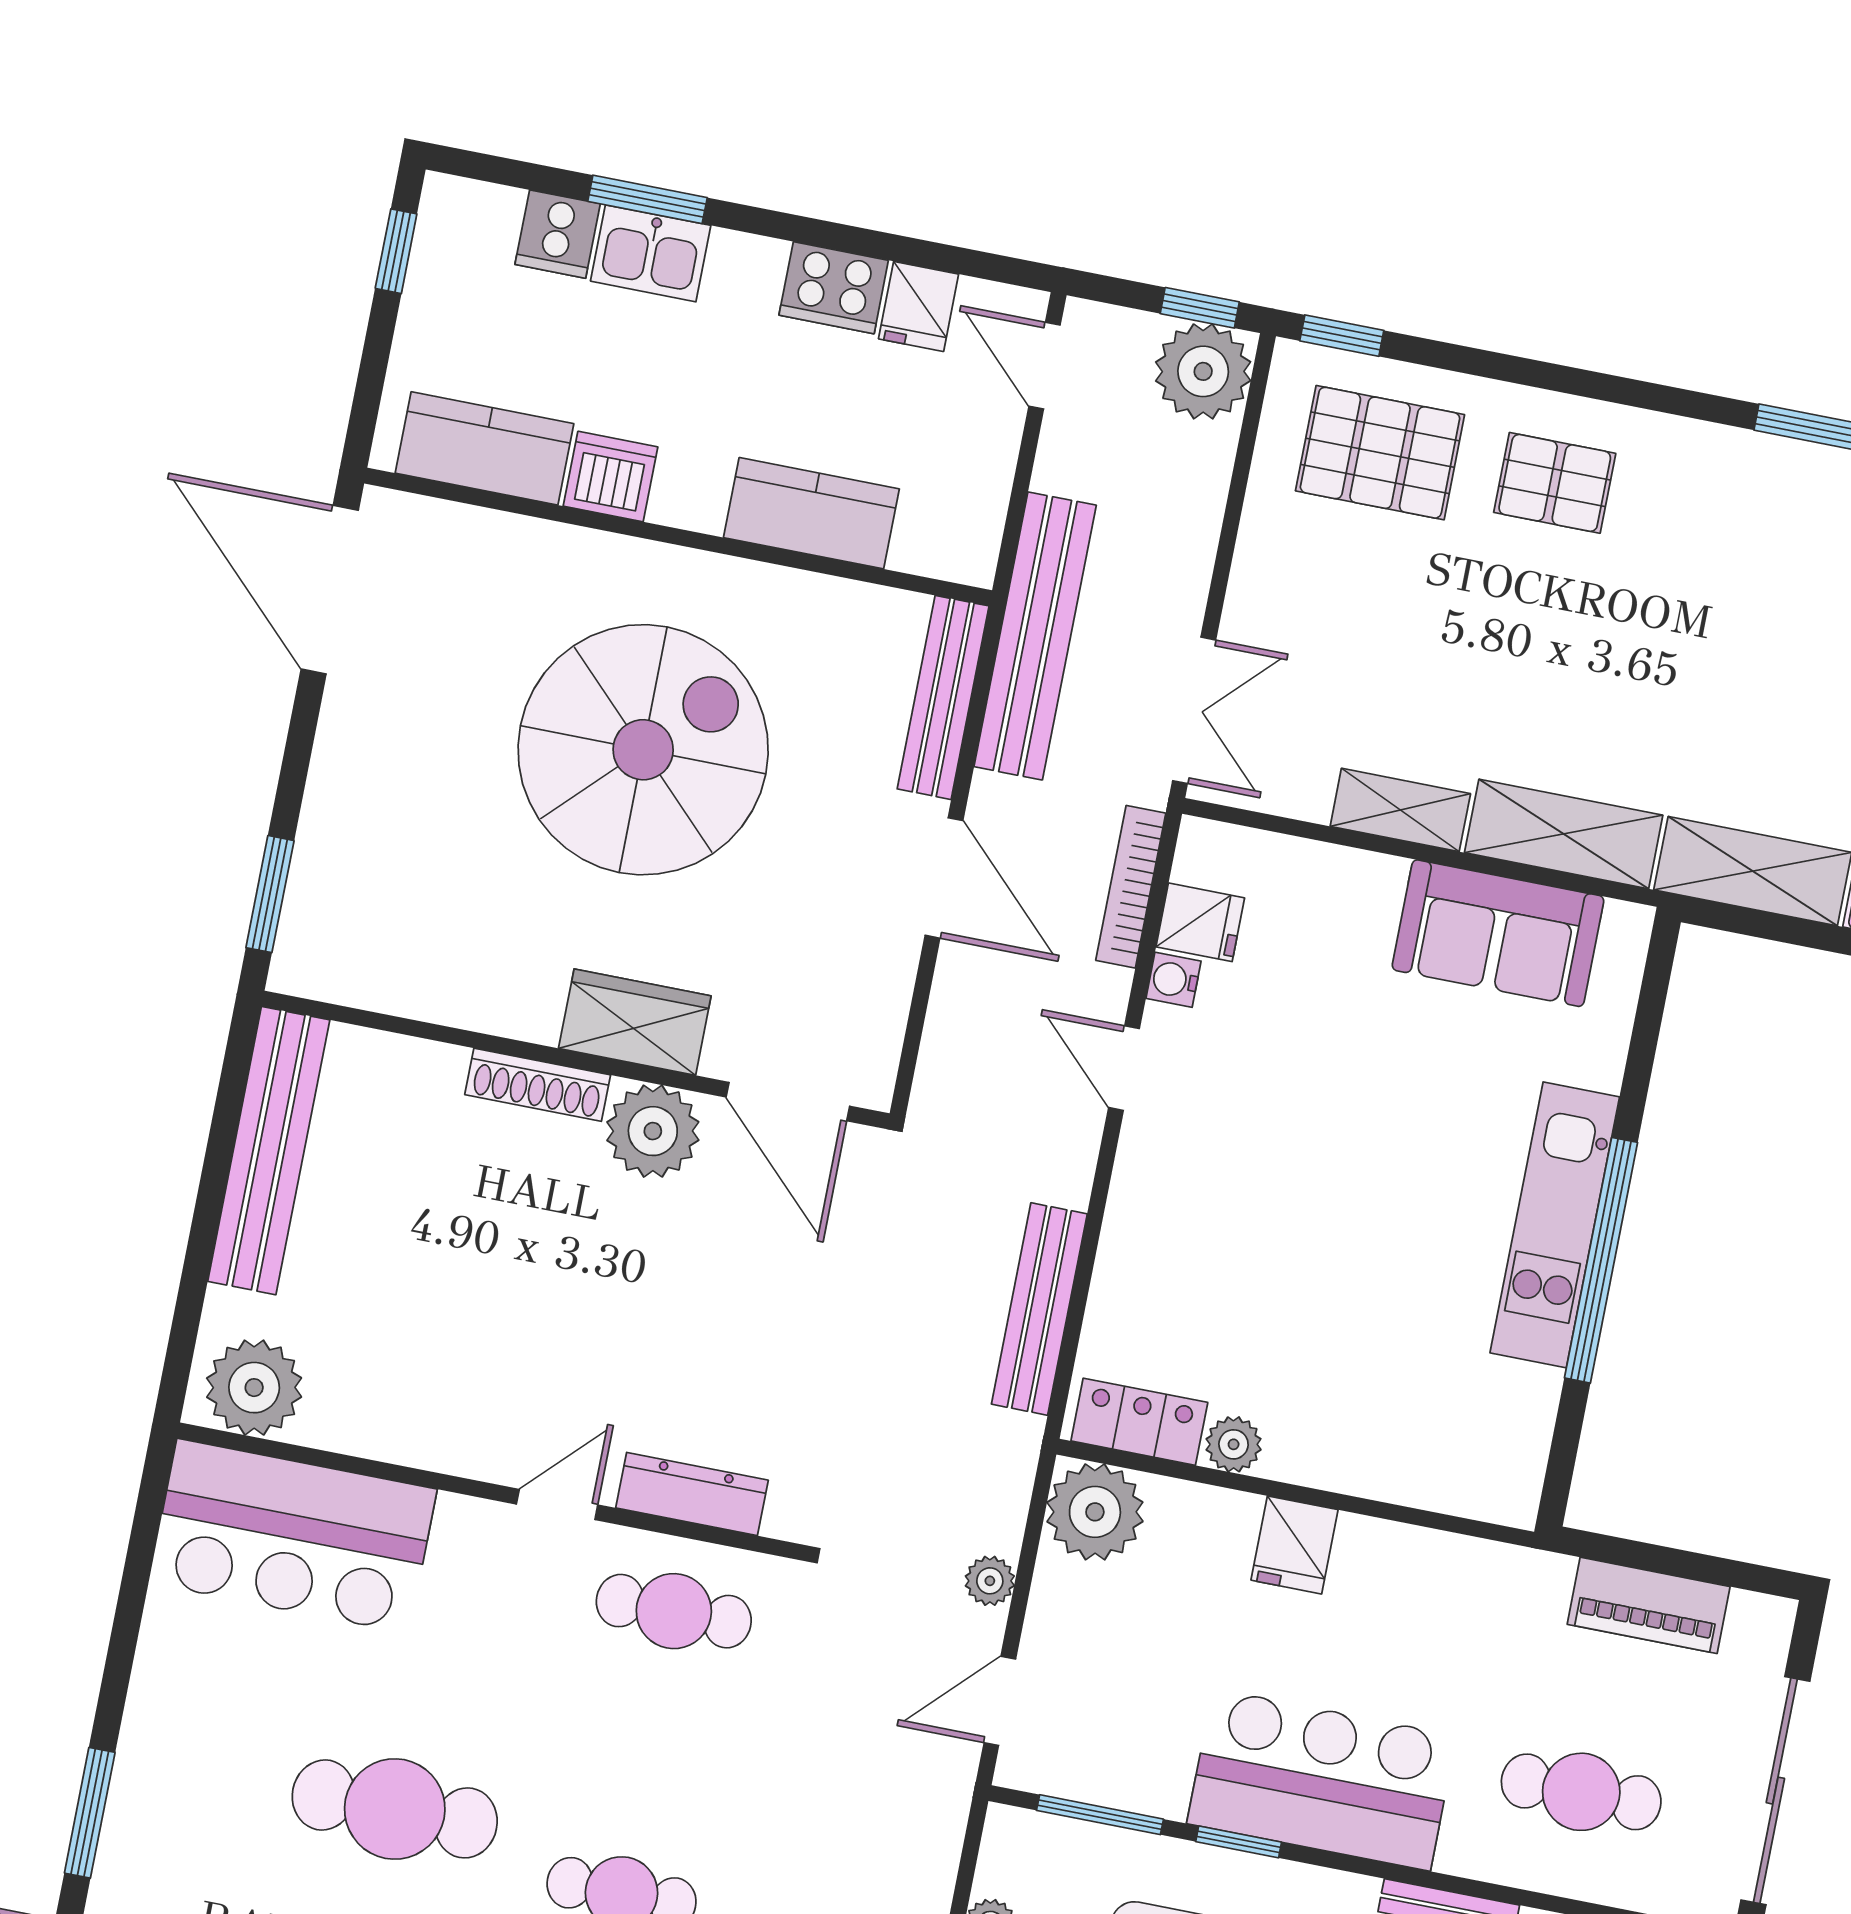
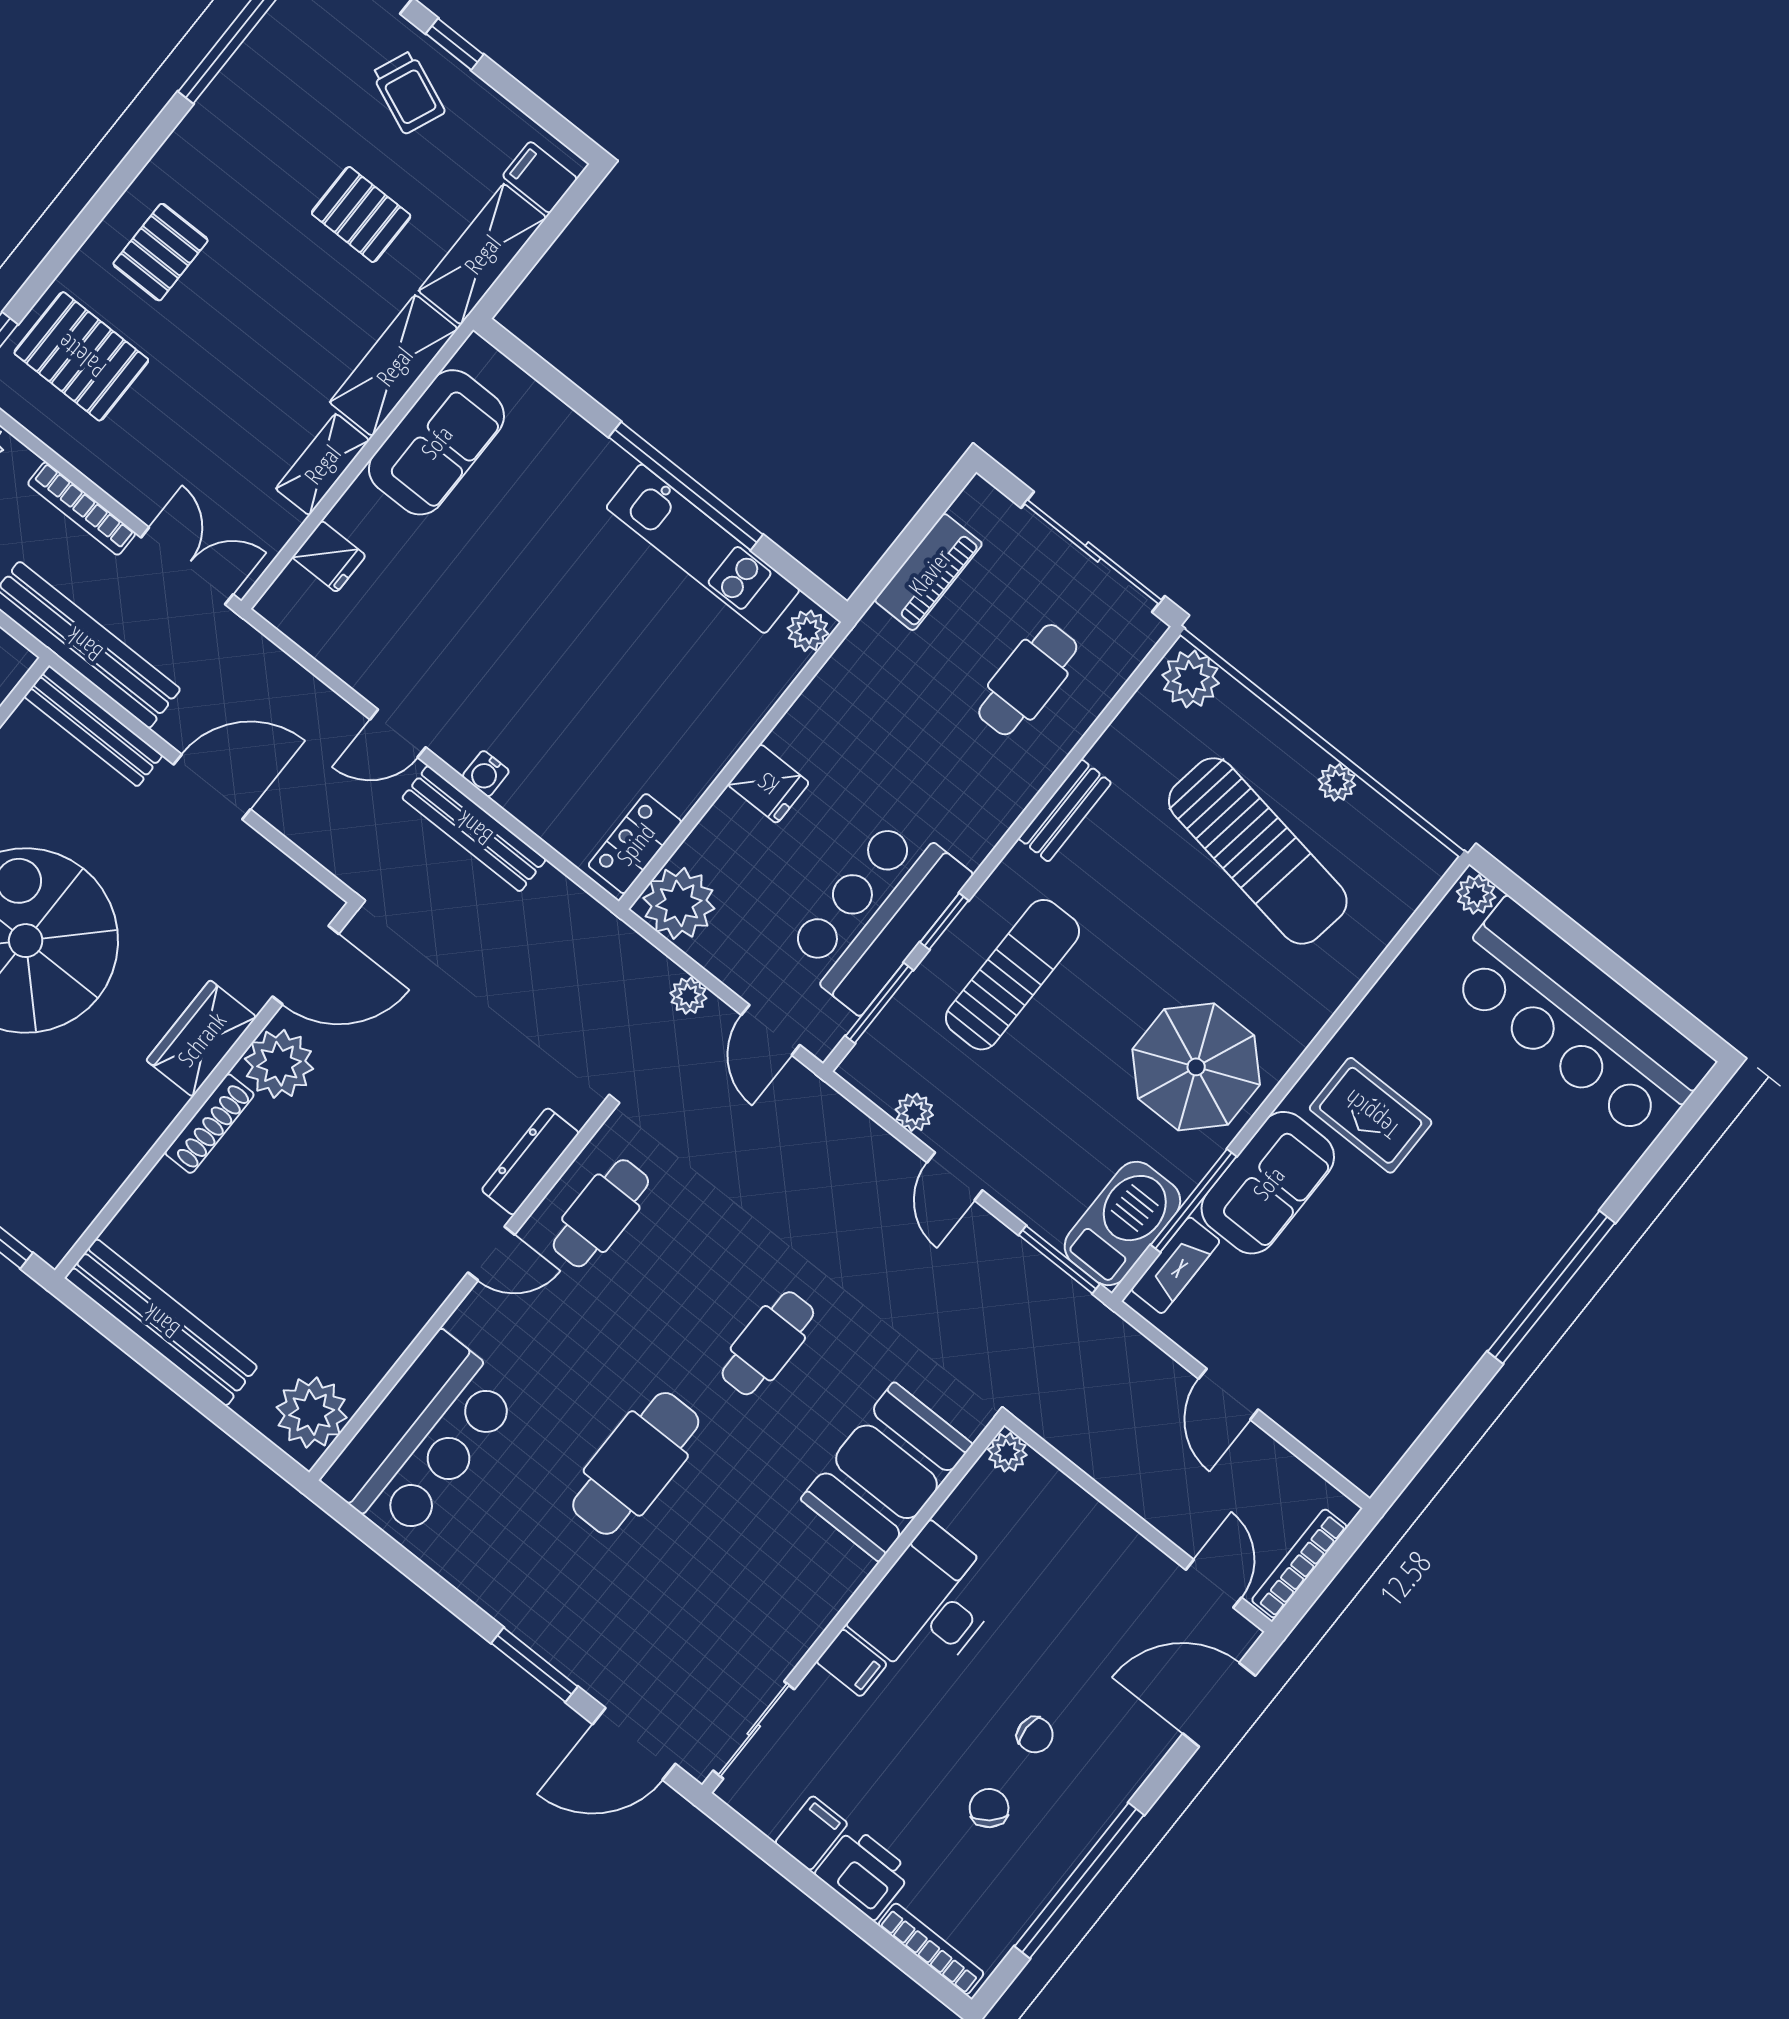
pallet: (1380, 453) -> (81, 356), turned 90
pallet: (1725, 701) -> (361, 215), added
bookcase: (1131, 887) -> (82, 509), moved
fridge: (1200, 922) -> (329, 556), moved, turned 90
water cooler: (1174, 980) -> (486, 774), moved
kitchen unit: (1555, 1225) -> (703, 549), moved
bench: (1039, 1309) -> (474, 829), moved
plant: (1234, 1444) -> (808, 631), moved
door: (557, 1504) -> (491, 1254), swing flipped
bar counter: (1322, 1780) -> (877, 914), moved

